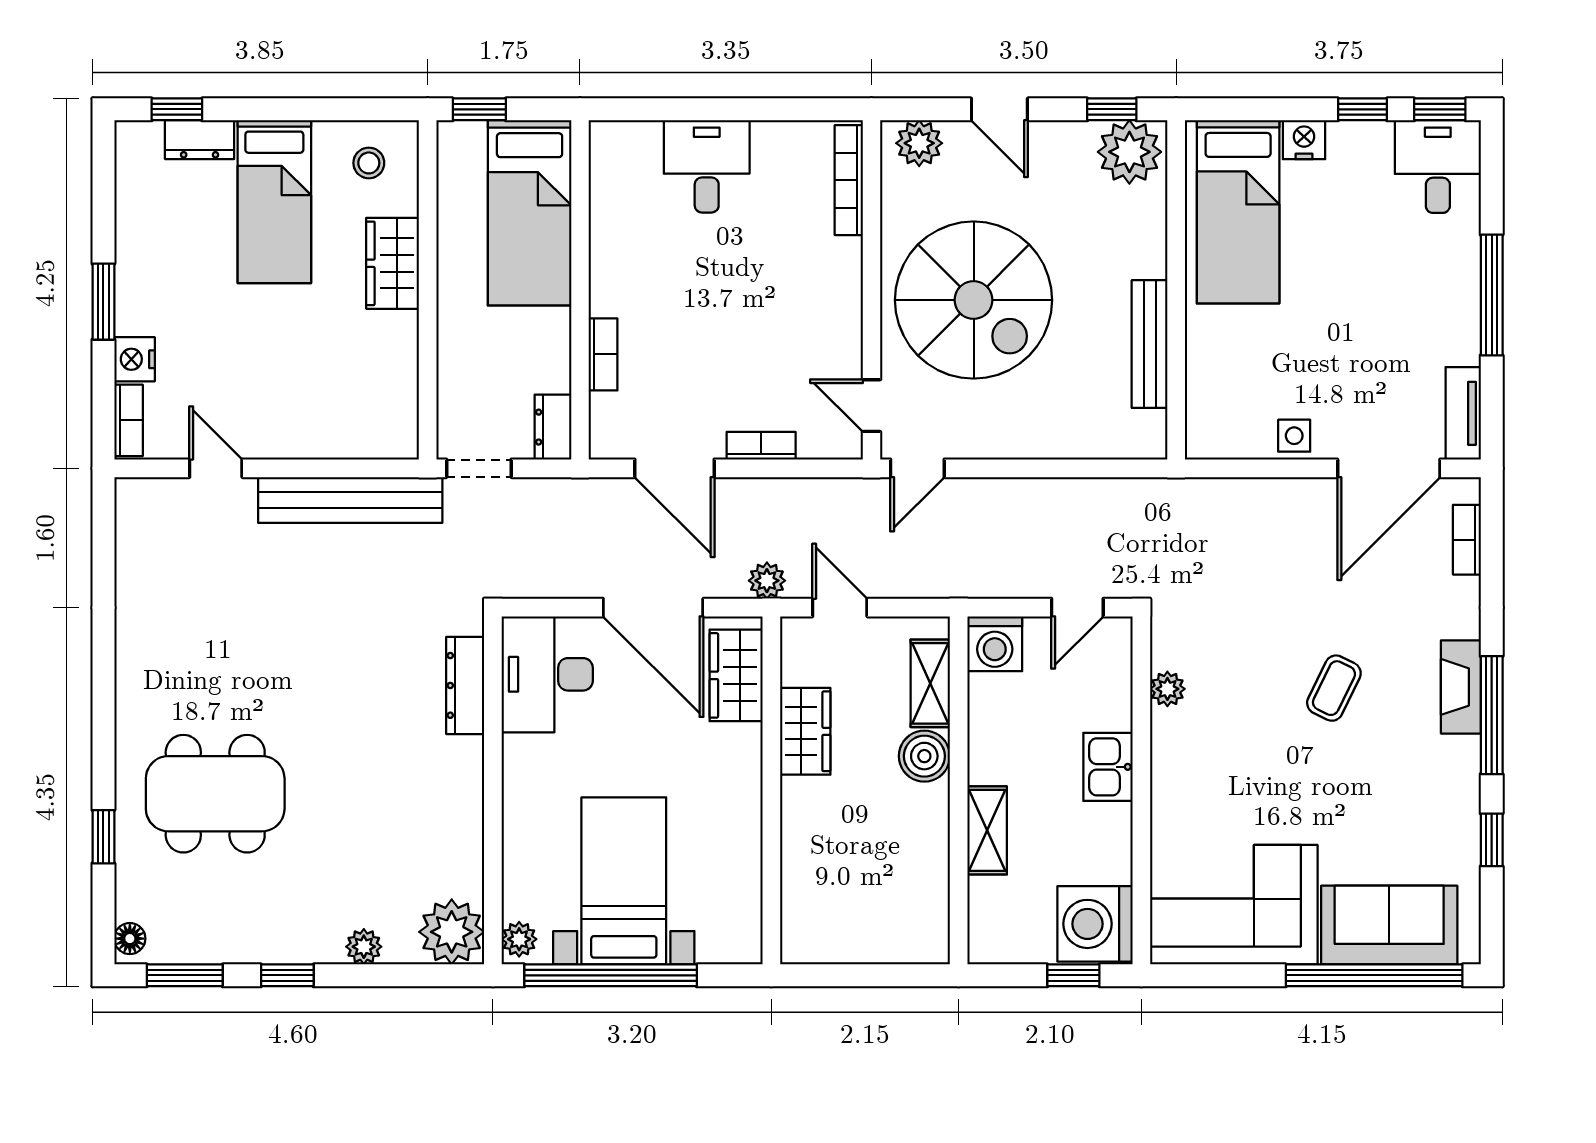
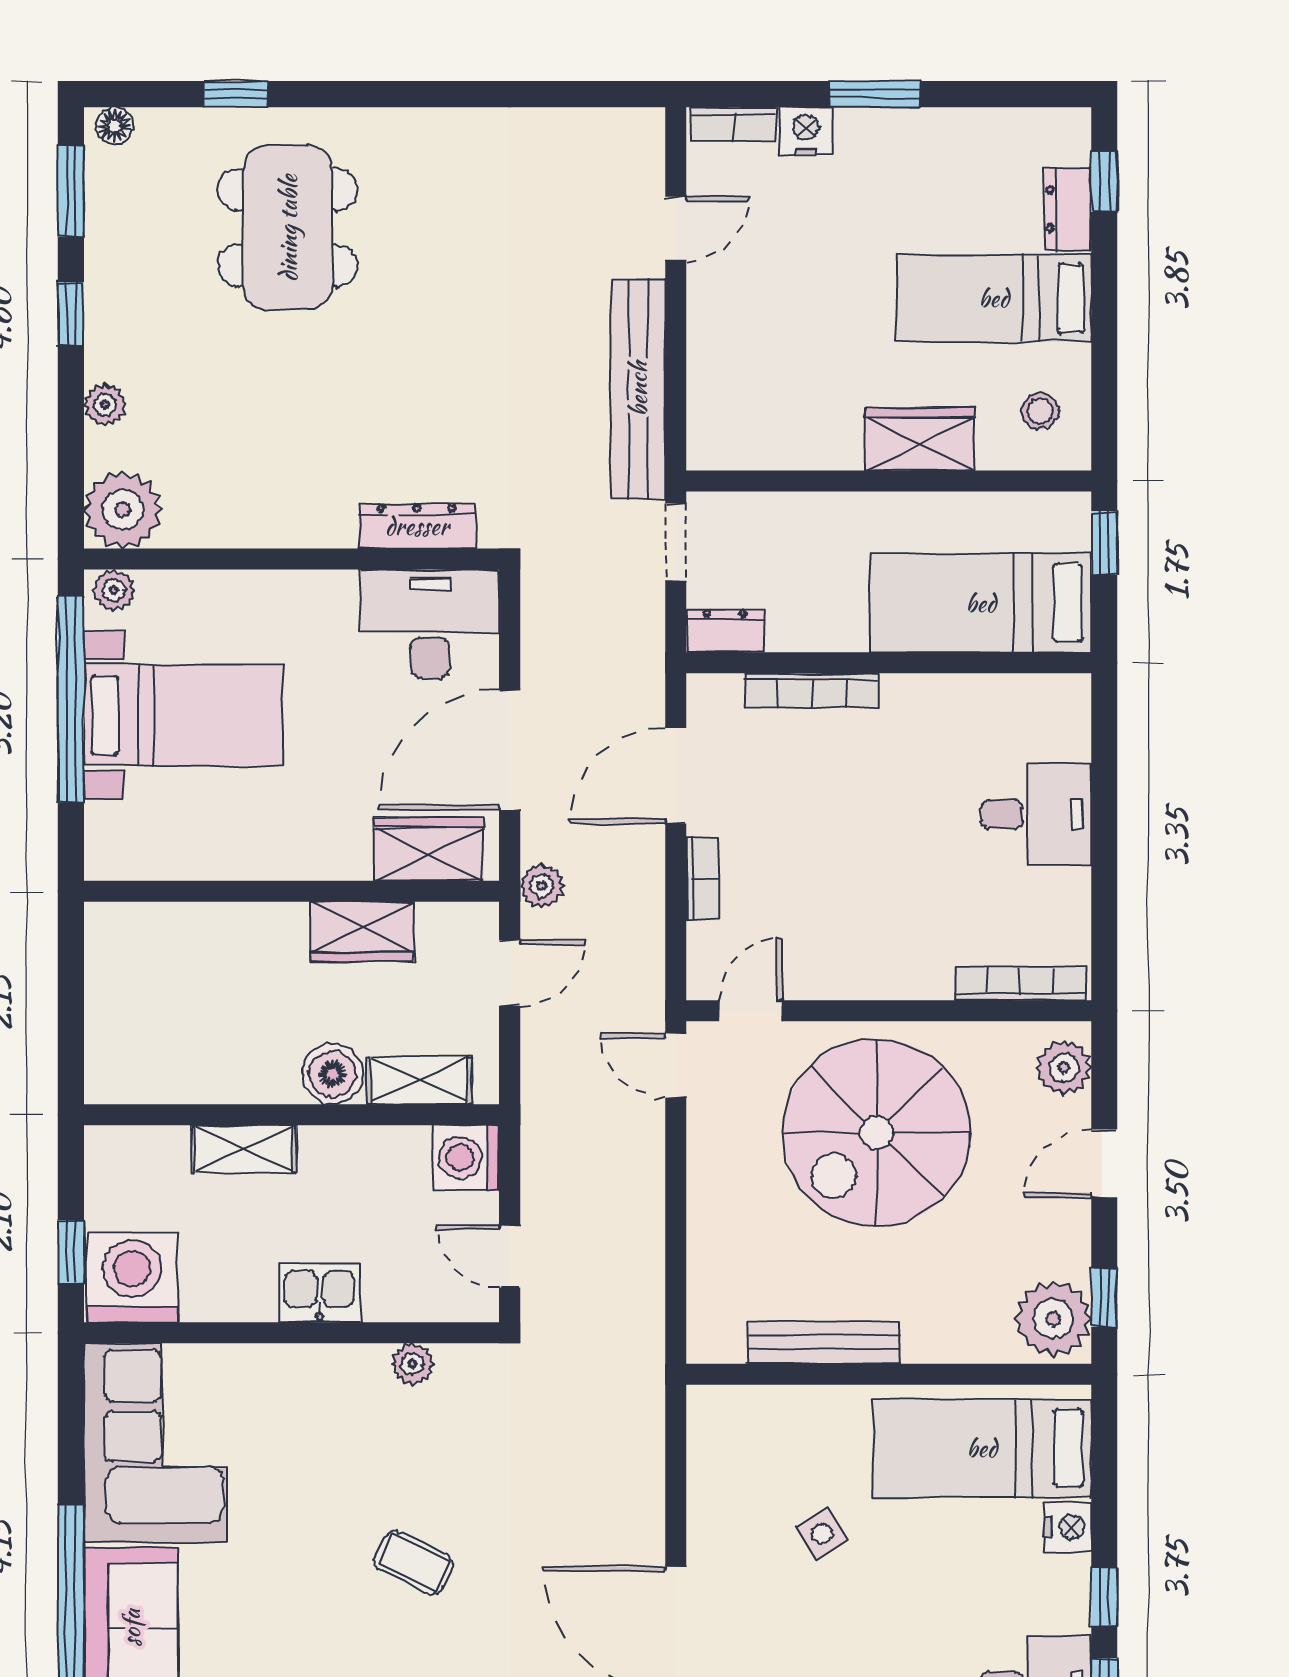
bookcase: (603, 354) -> (812, 690), width x1.56
side table: (1294, 436) -> (822, 1534), moved, turned -31

